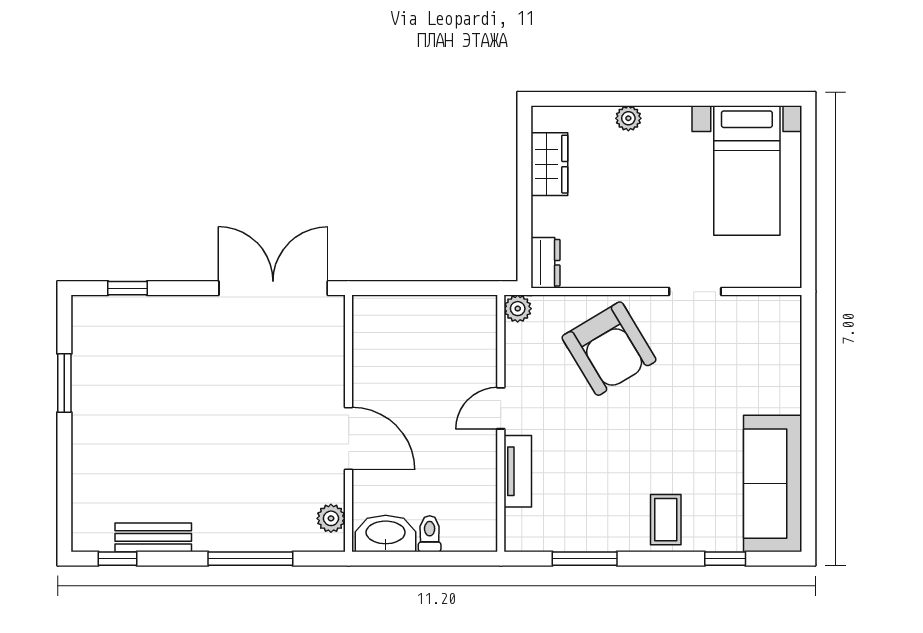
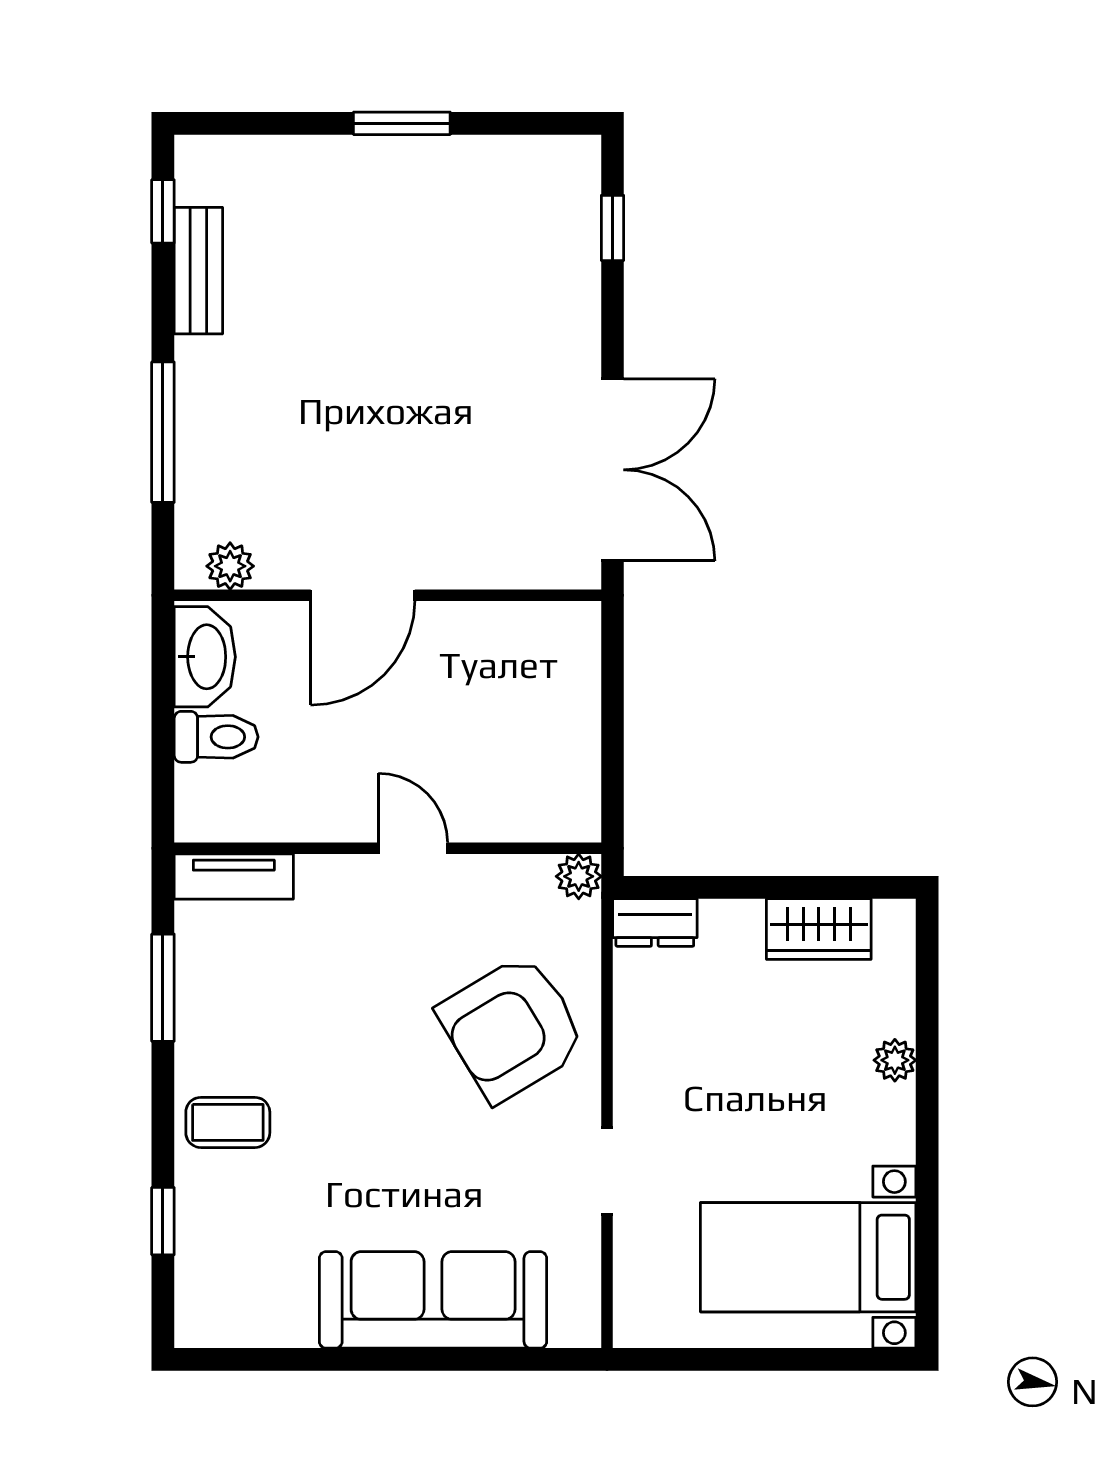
window: (64, 383) -> (402, 123), moved
tv unit: (518, 471) -> (234, 876), moved
sofa: (773, 484) -> (433, 1300), moved
toilet: (430, 534) -> (216, 737), width x1.37, depth x1.39

